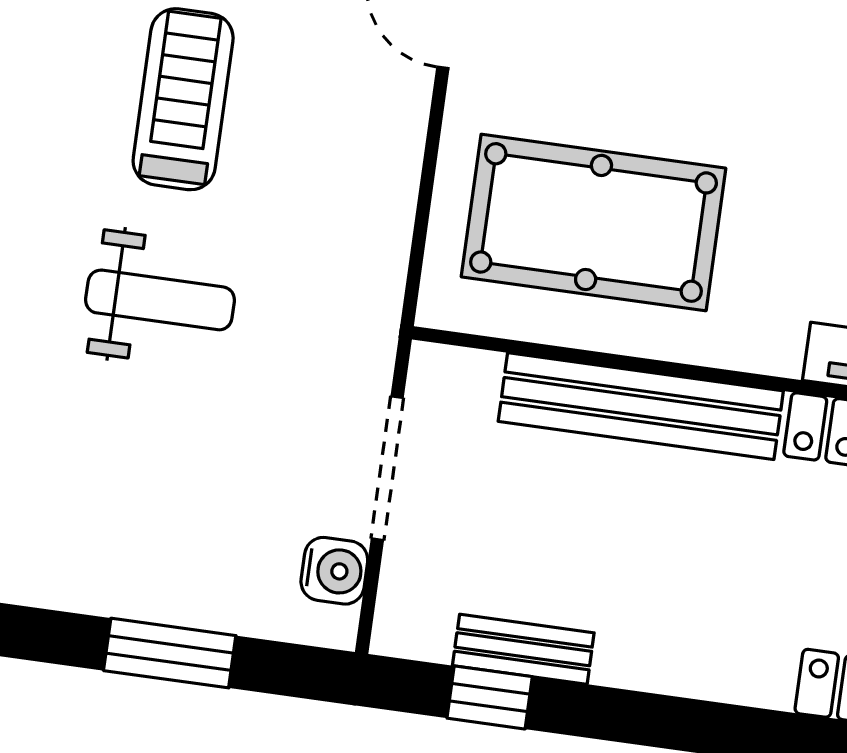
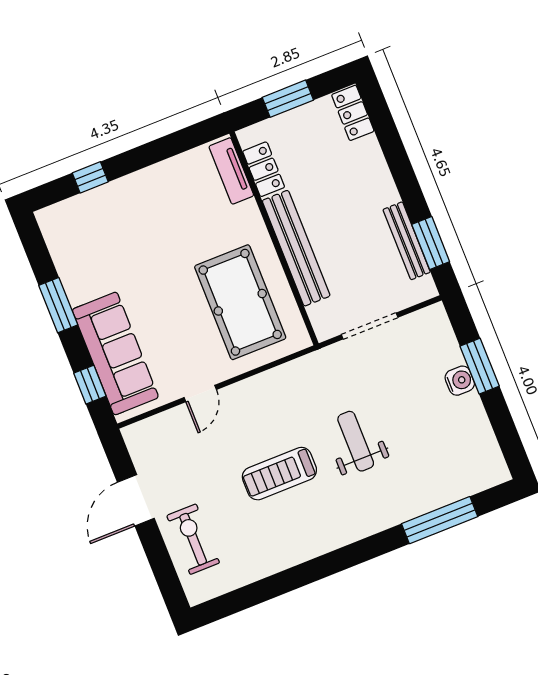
water cooler: (334, 571) -> (460, 381), moved, turned 90
bench: (523, 649) -> (407, 241), width x1.36
window: (490, 697) -> (431, 243), width x1.50

